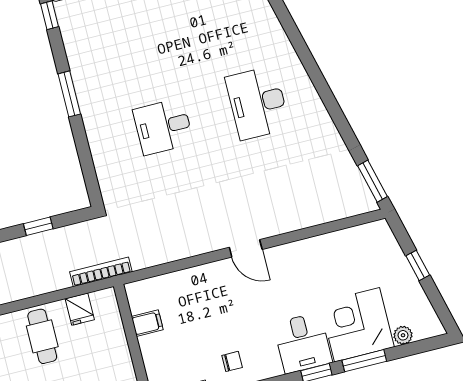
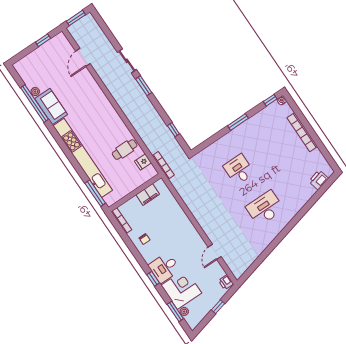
window: (373, 181) -> (248, 273), removed
printer: (375, 232) -> (226, 282), added
door: (246, 248) -> (215, 252), moved
filing cabinet: (147, 323) -> (148, 195), width x2.00
window: (364, 361) -> (175, 311), moved

